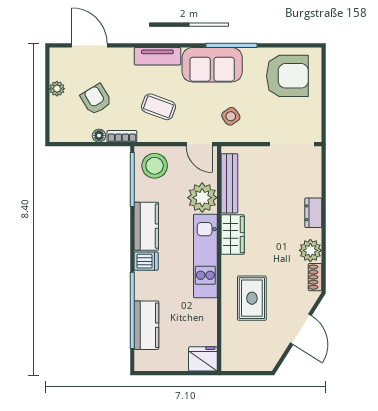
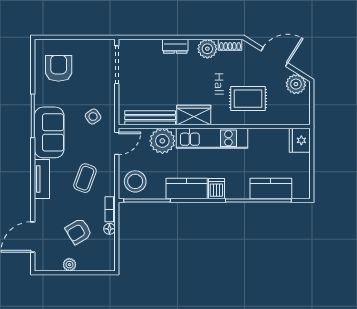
armchair: (287, 76) -> (59, 68), width x0.73, depth x0.73
plant: (269, 354) -> (296, 84), added

